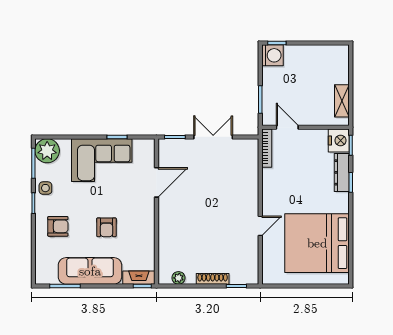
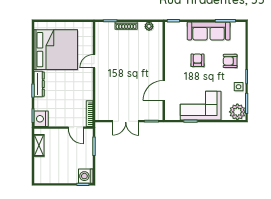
dresser: (342, 172) -> (39, 84), moved
fireplace: (139, 278) -> (176, 26), removed

